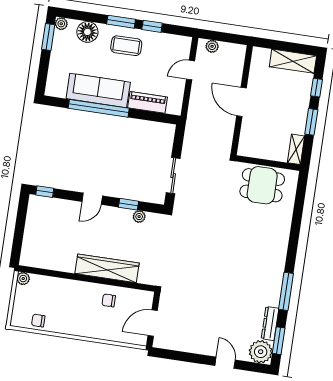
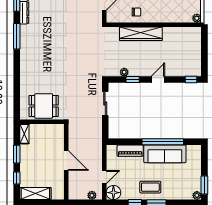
floor lamp: (87, 32) -> (113, 193), moved

